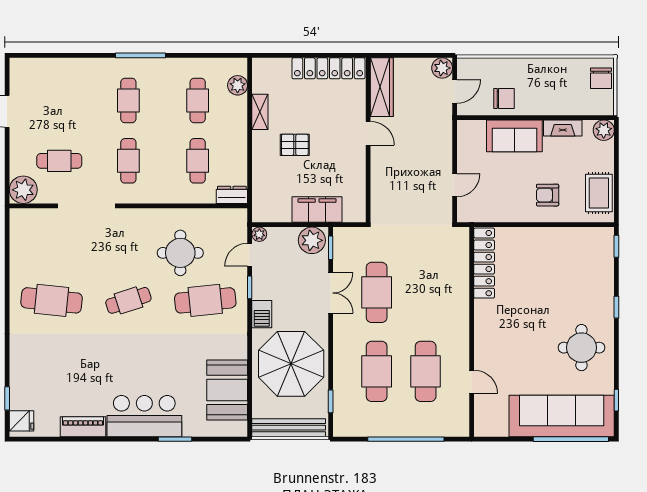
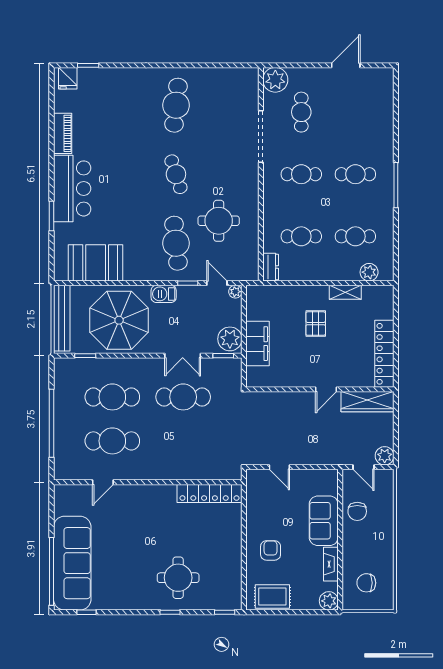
chair: (601, 78) -> (366, 583), moved
round table: (581, 348) -> (178, 578), moved

